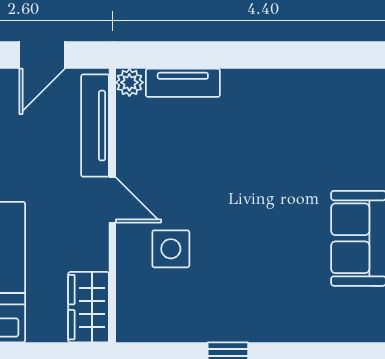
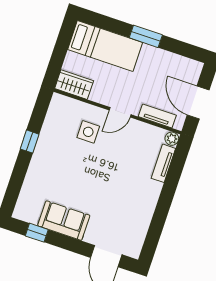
door: (42, 55) -> (198, 102), width x1.38
tv unit: (95, 126) -> (157, 116), width x0.71

